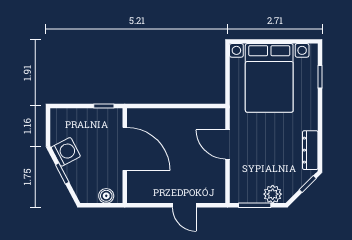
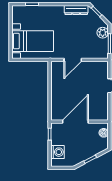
bed with nightstands: (269, 78) -> (33, 41), width x0.73
washing machine: (66, 152) -> (57, 152), moved, turned 118

